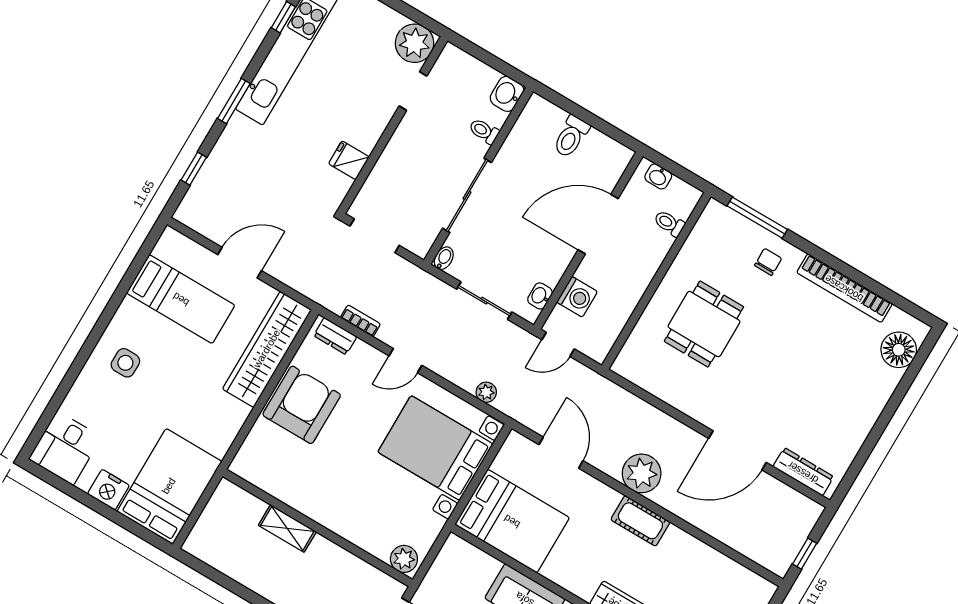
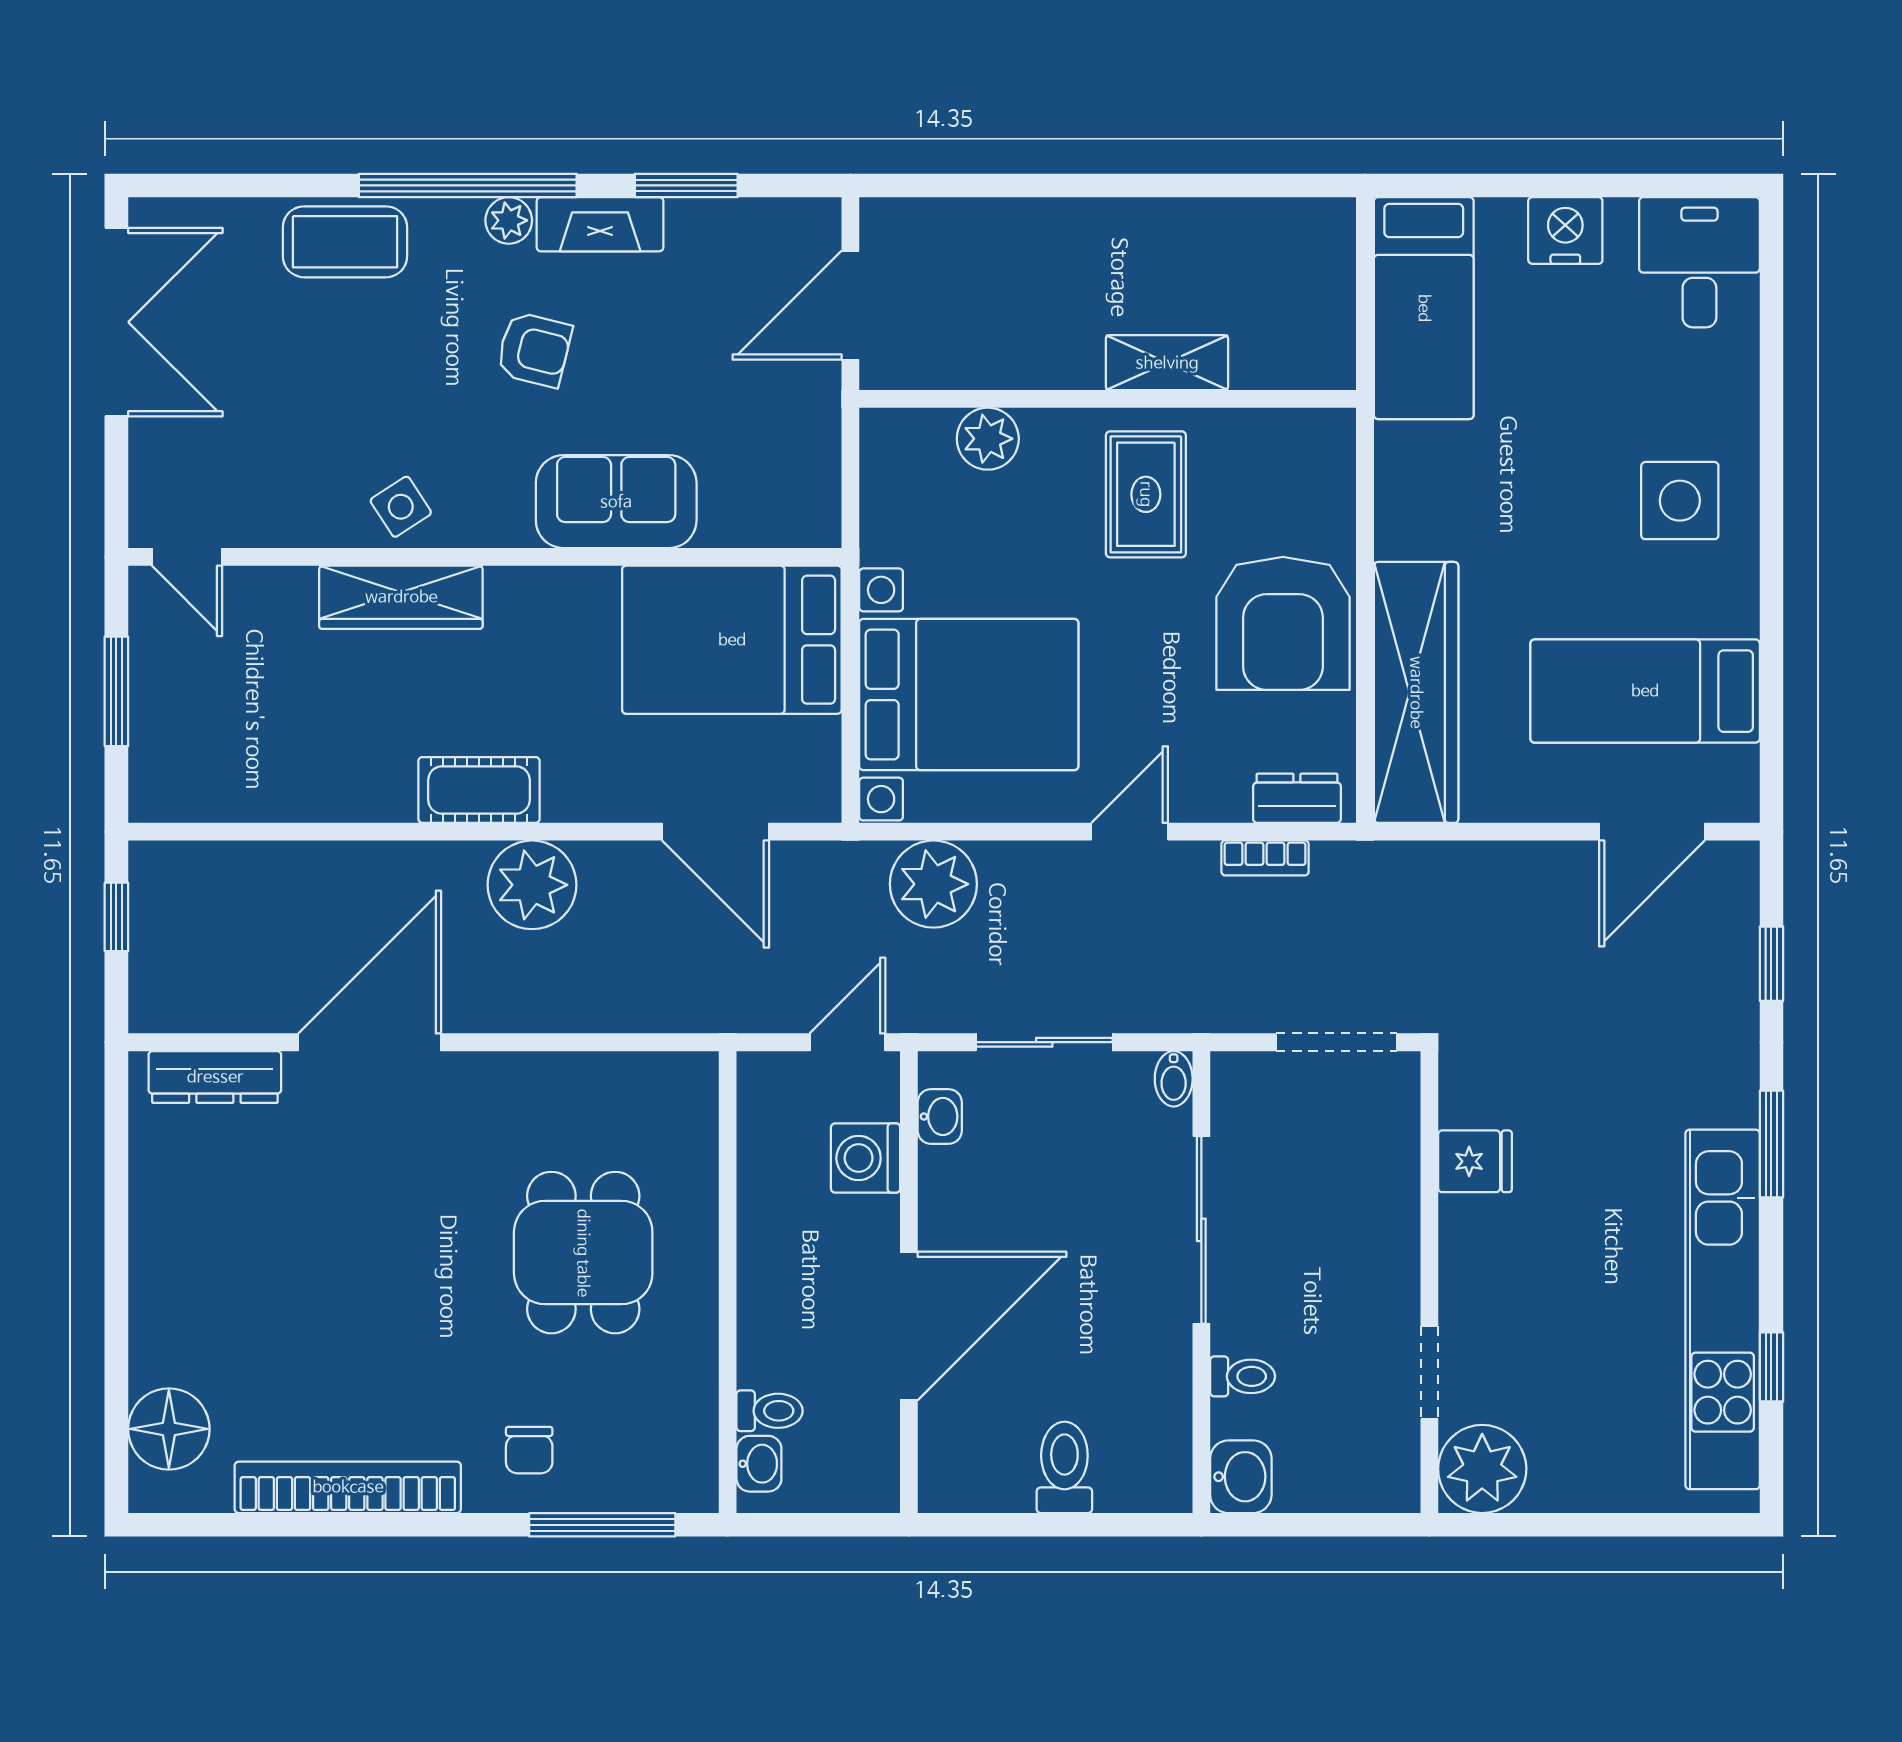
washbasin: (658, 176) -> (759, 1464), moved, turned 90
door: (240, 263) -> (1652, 832), moved
side table: (125, 363) -> (1680, 501), width x1.37, depth x1.37
plant: (486, 392) -> (933, 884), width x1.87, depth x1.87
rug: (324, 484) -> (1146, 494), added
bed: (169, 486) -> (1424, 308), width x0.67
plant: (404, 559) -> (988, 439), moved

